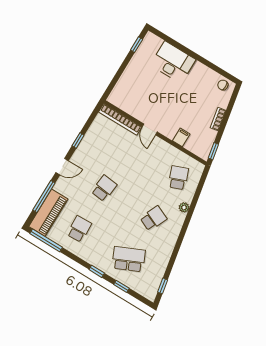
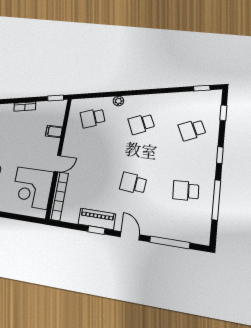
corner desk: (137, 98) -> (32, 188), added
piano: (48, 213) -> (97, 219), moved, width x0.73, depth x0.75
school desk: (153, 218) -> (141, 124), turned -48
window: (46, 240) -> (216, 200), moved
school desk: (129, 259) -> (192, 130), width x0.54
window: (121, 286) -> (223, 113), moved

